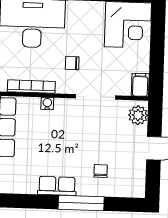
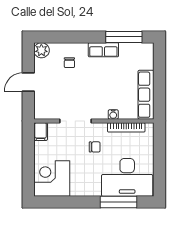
plant: (138, 115) -> (41, 50), moved
window: (81, 203) -> (124, 37), moved

